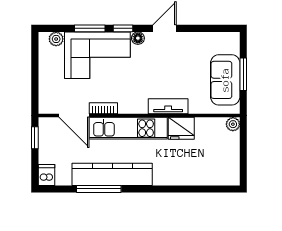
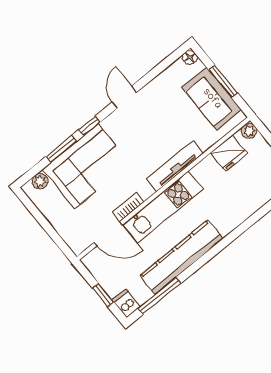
floor lamp: (138, 38) -> (190, 57), moved
tv unit: (168, 106) -> (175, 166), width x1.41
fridge: (181, 128) -> (229, 153), moved
window: (35, 138) -> (103, 295), moved
window: (99, 189) -> (160, 296), moved

